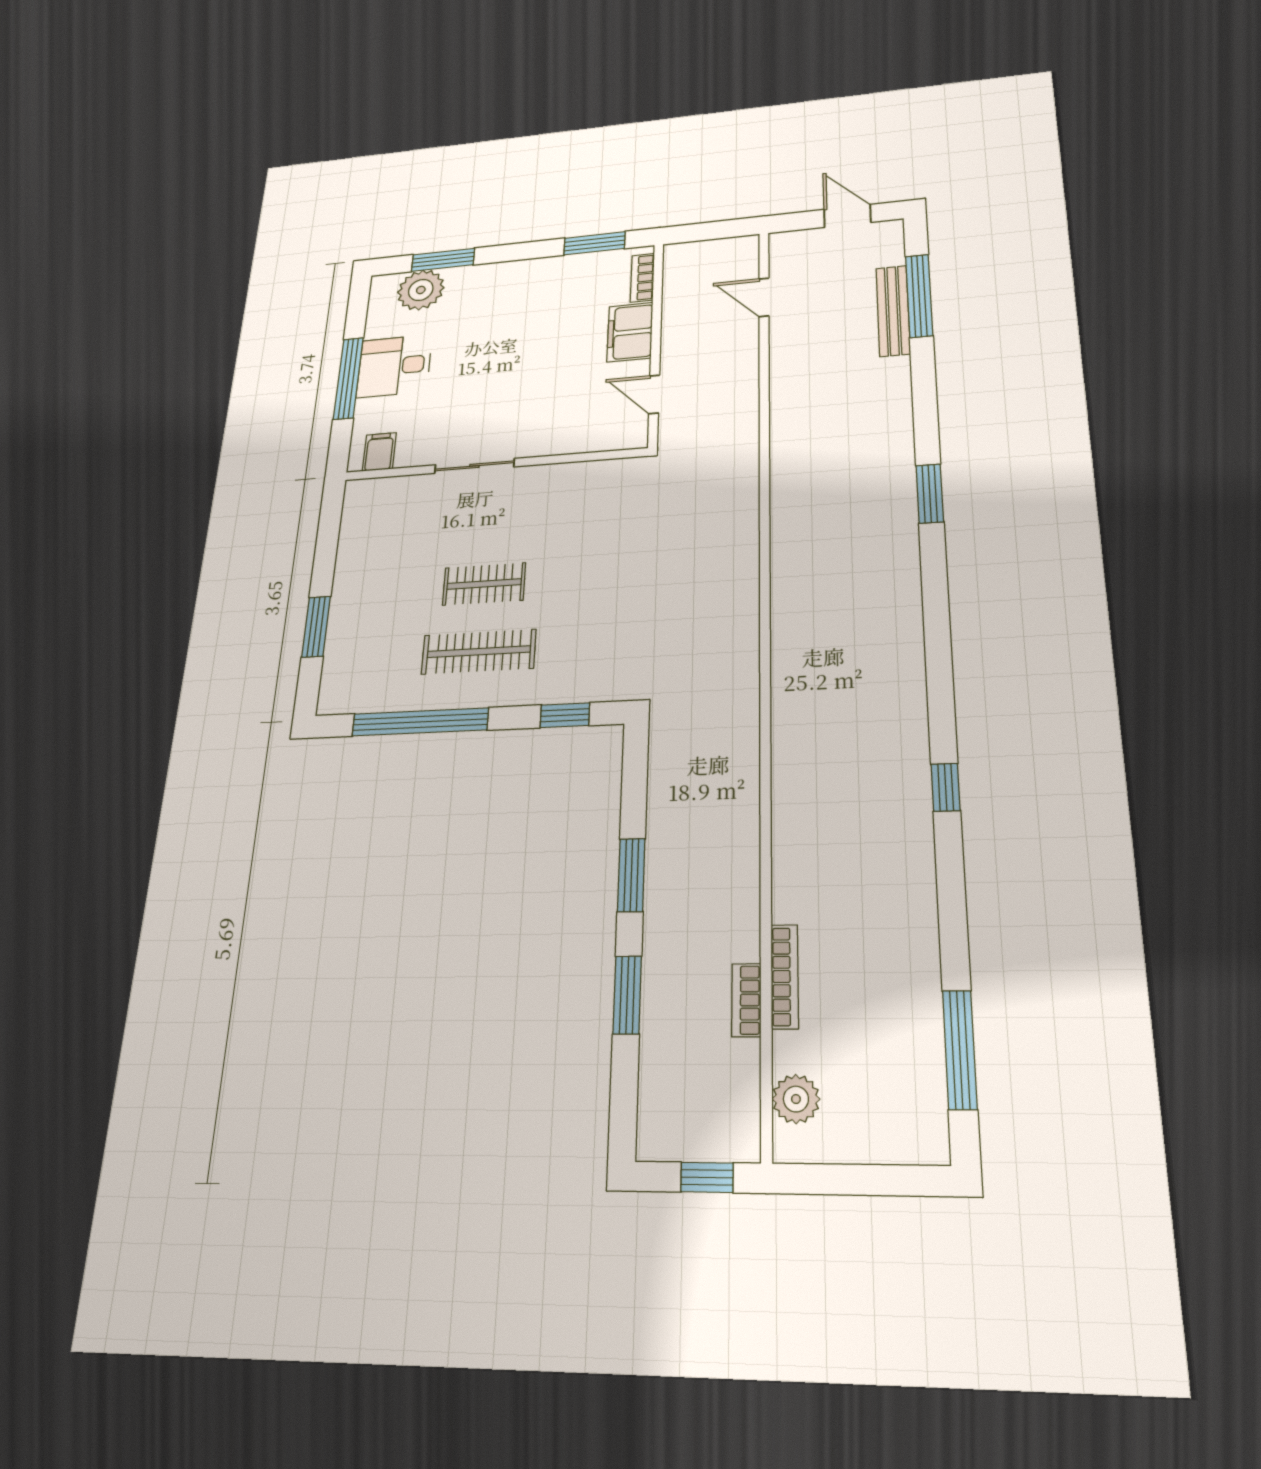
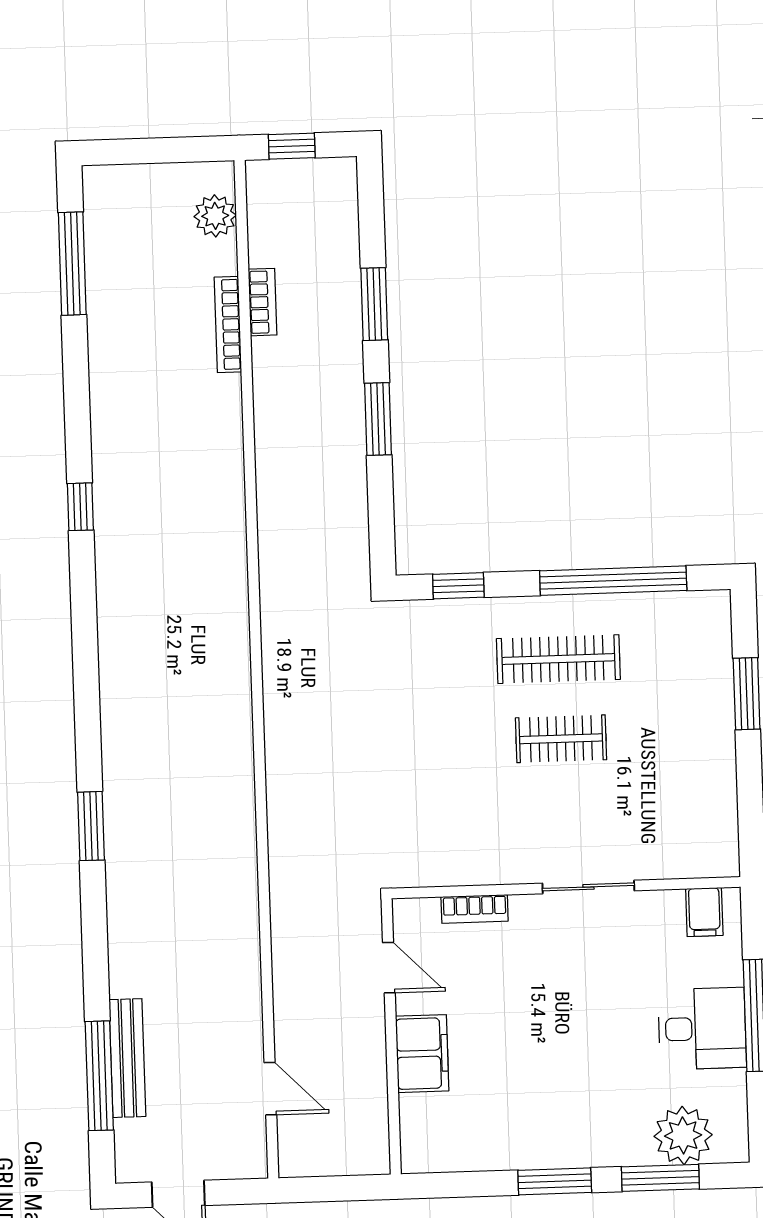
window: (594, 243) -> (555, 1181), moved
bookcase: (642, 278) -> (475, 909), moved, turned 90

